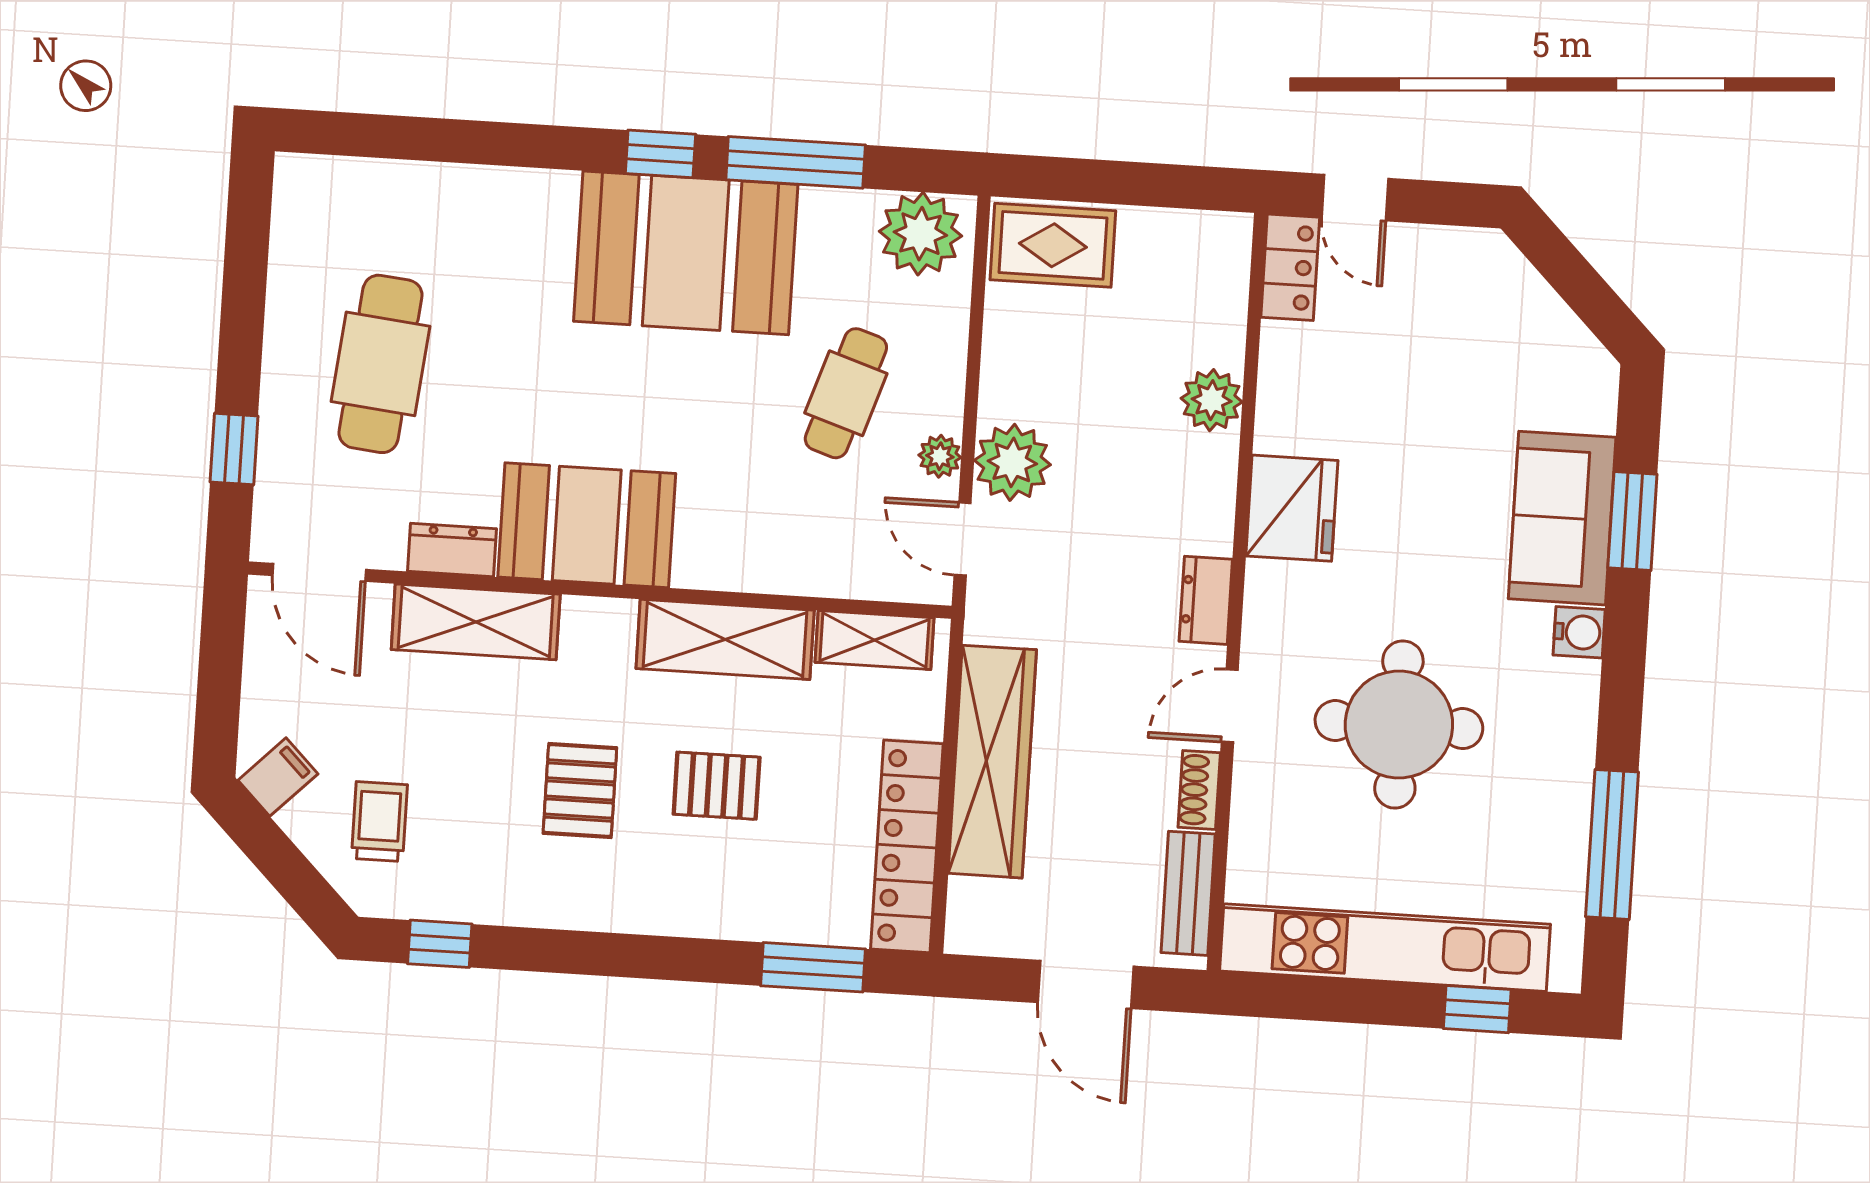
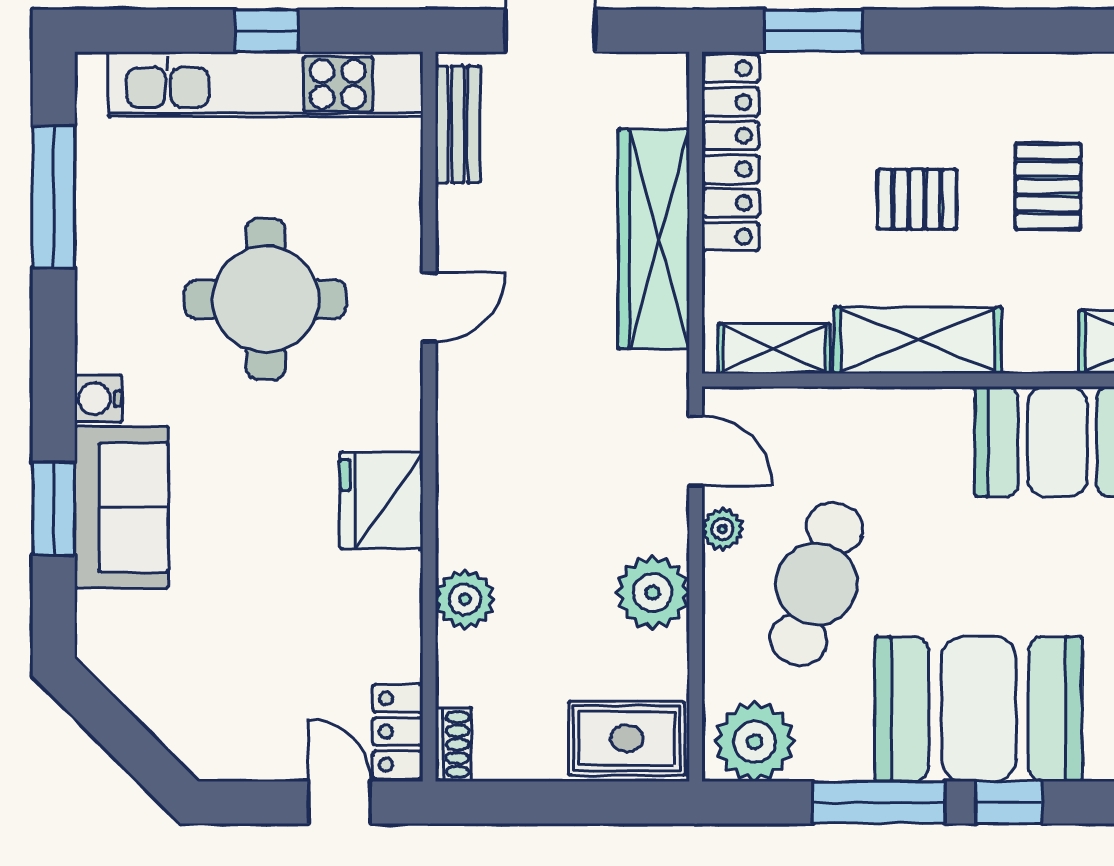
cafe table: (846, 393) -> (816, 584), width x1.37, depth x1.35
plant: (1012, 462) -> (653, 592), moved
dresser: (1206, 600) -> (458, 407), removed
shoe rack: (1199, 790) -> (453, 744), moved
window: (1477, 1009) -> (267, 31), moved

